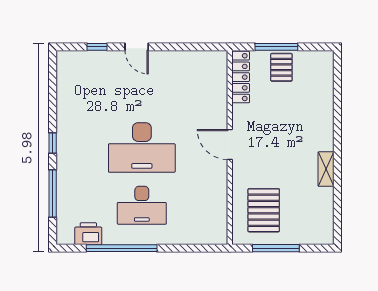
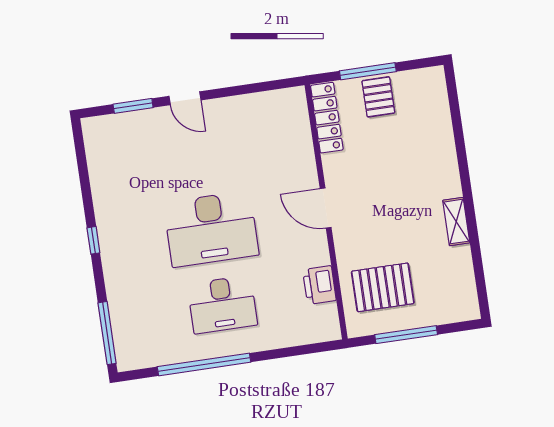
window: (97, 47) -> (133, 106), width x1.50
window: (53, 194) -> (107, 333), moved
pallet: (264, 210) -> (383, 287), turned 90
printer: (88, 234) -> (319, 285), moved, turned -90

